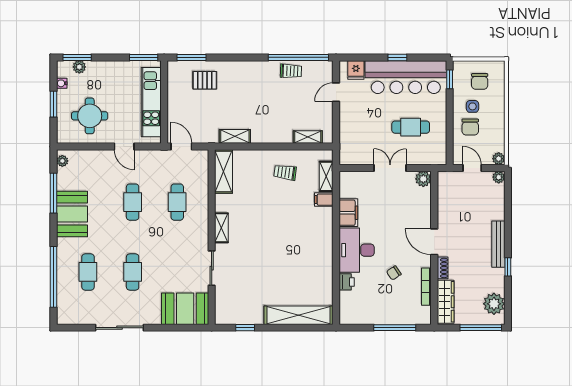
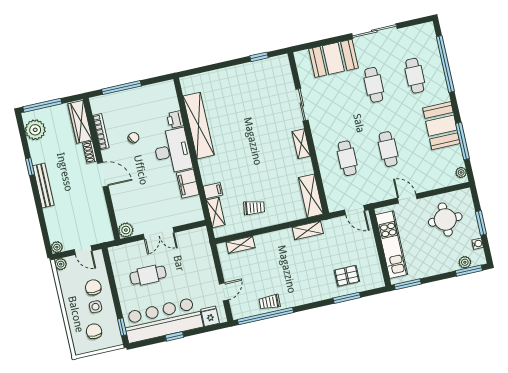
window: (192, 57) -> (347, 298), moved
booth: (185, 309) -> (333, 58), moved
shelving: (299, 315) -> (199, 126), moved, turned 90

